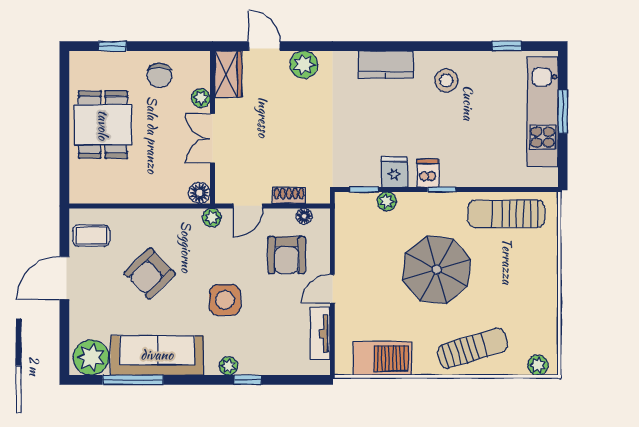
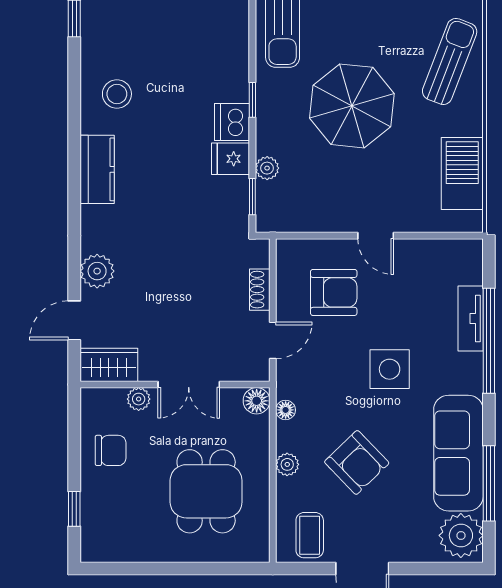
dining table: (103, 125) -> (206, 491), moved, turned 90
dishwasher: (428, 173) -> (232, 122), width x1.38
door: (248, 206) -> (273, 340), hinge flipped
floor lamp: (304, 216) -> (286, 410), moved
plant: (212, 218) -> (287, 464), moved
tv unit: (320, 334) -> (471, 318), moved, turned 90
sun lounger: (472, 348) -> (450, 61), turned 38
plant: (228, 366) -> (472, 365), removed
window: (248, 380) -> (489, 341), width x3.17

